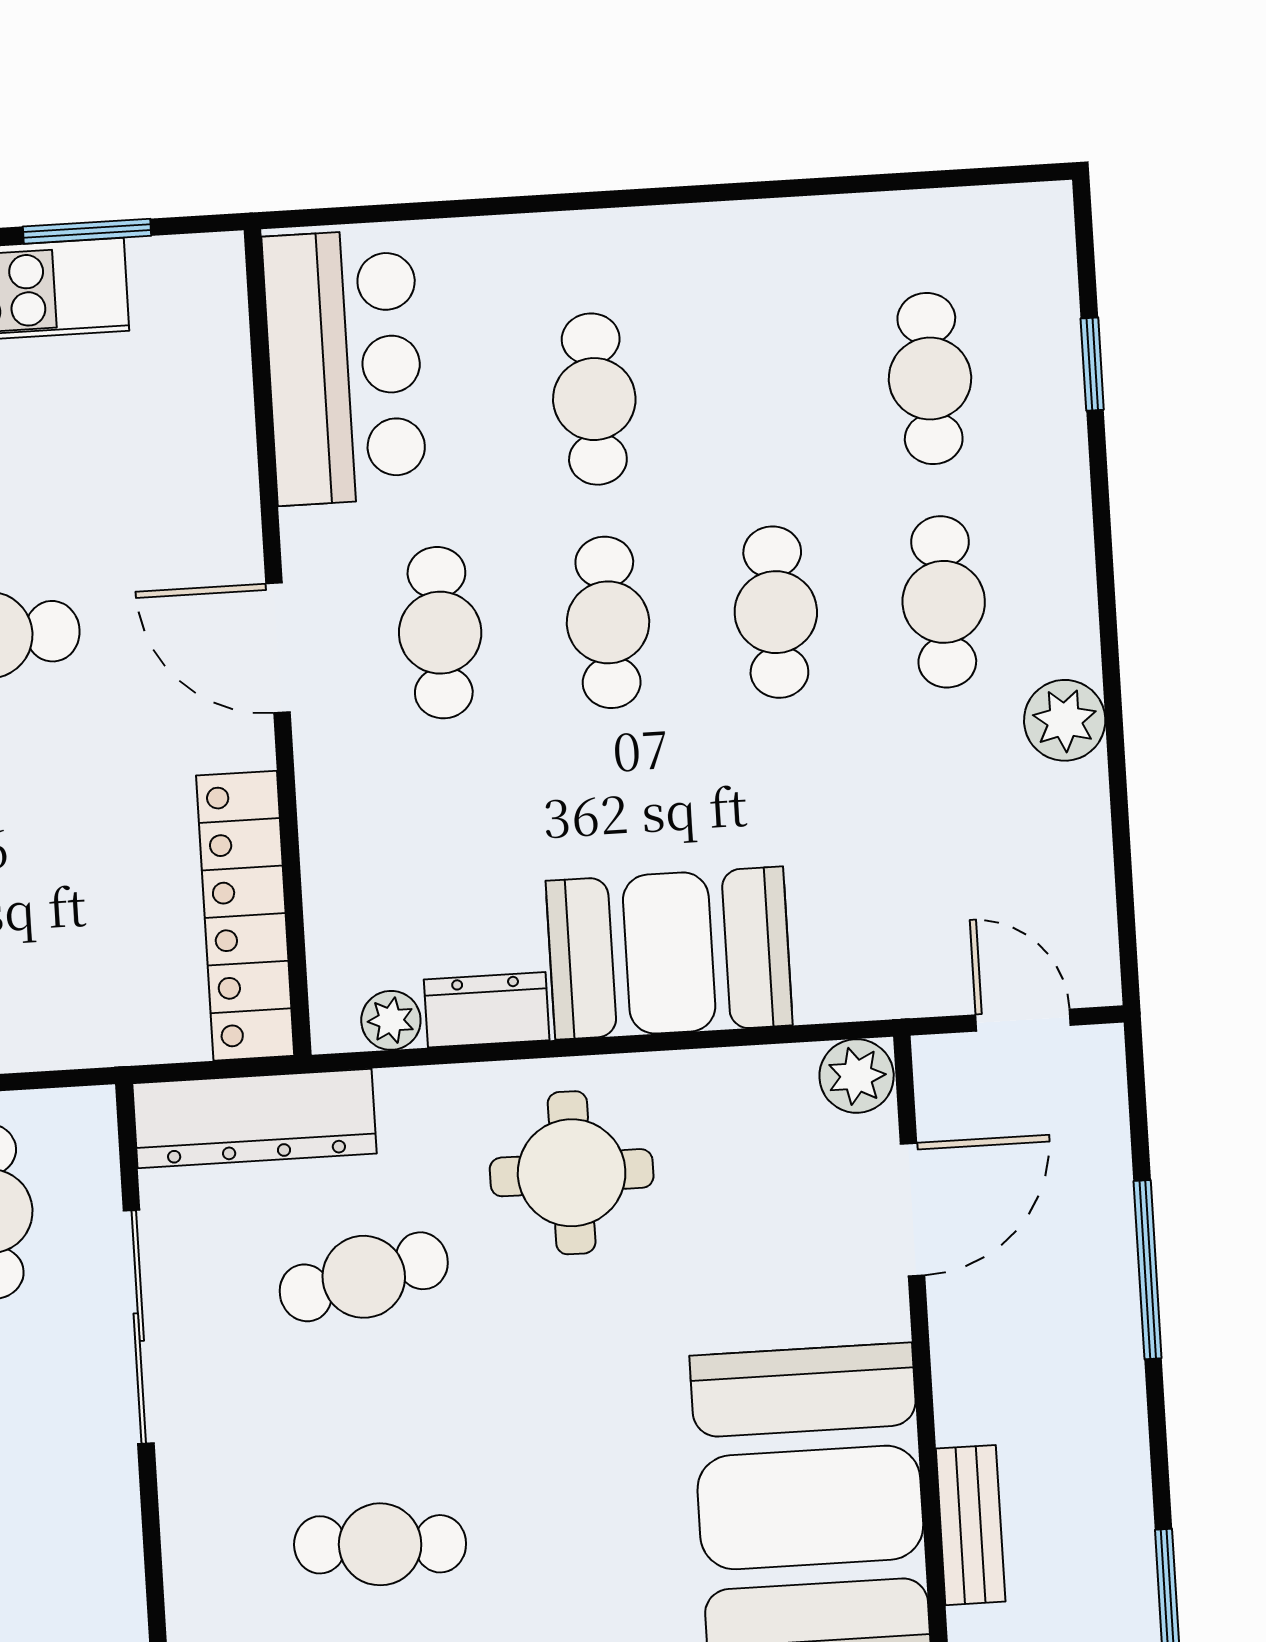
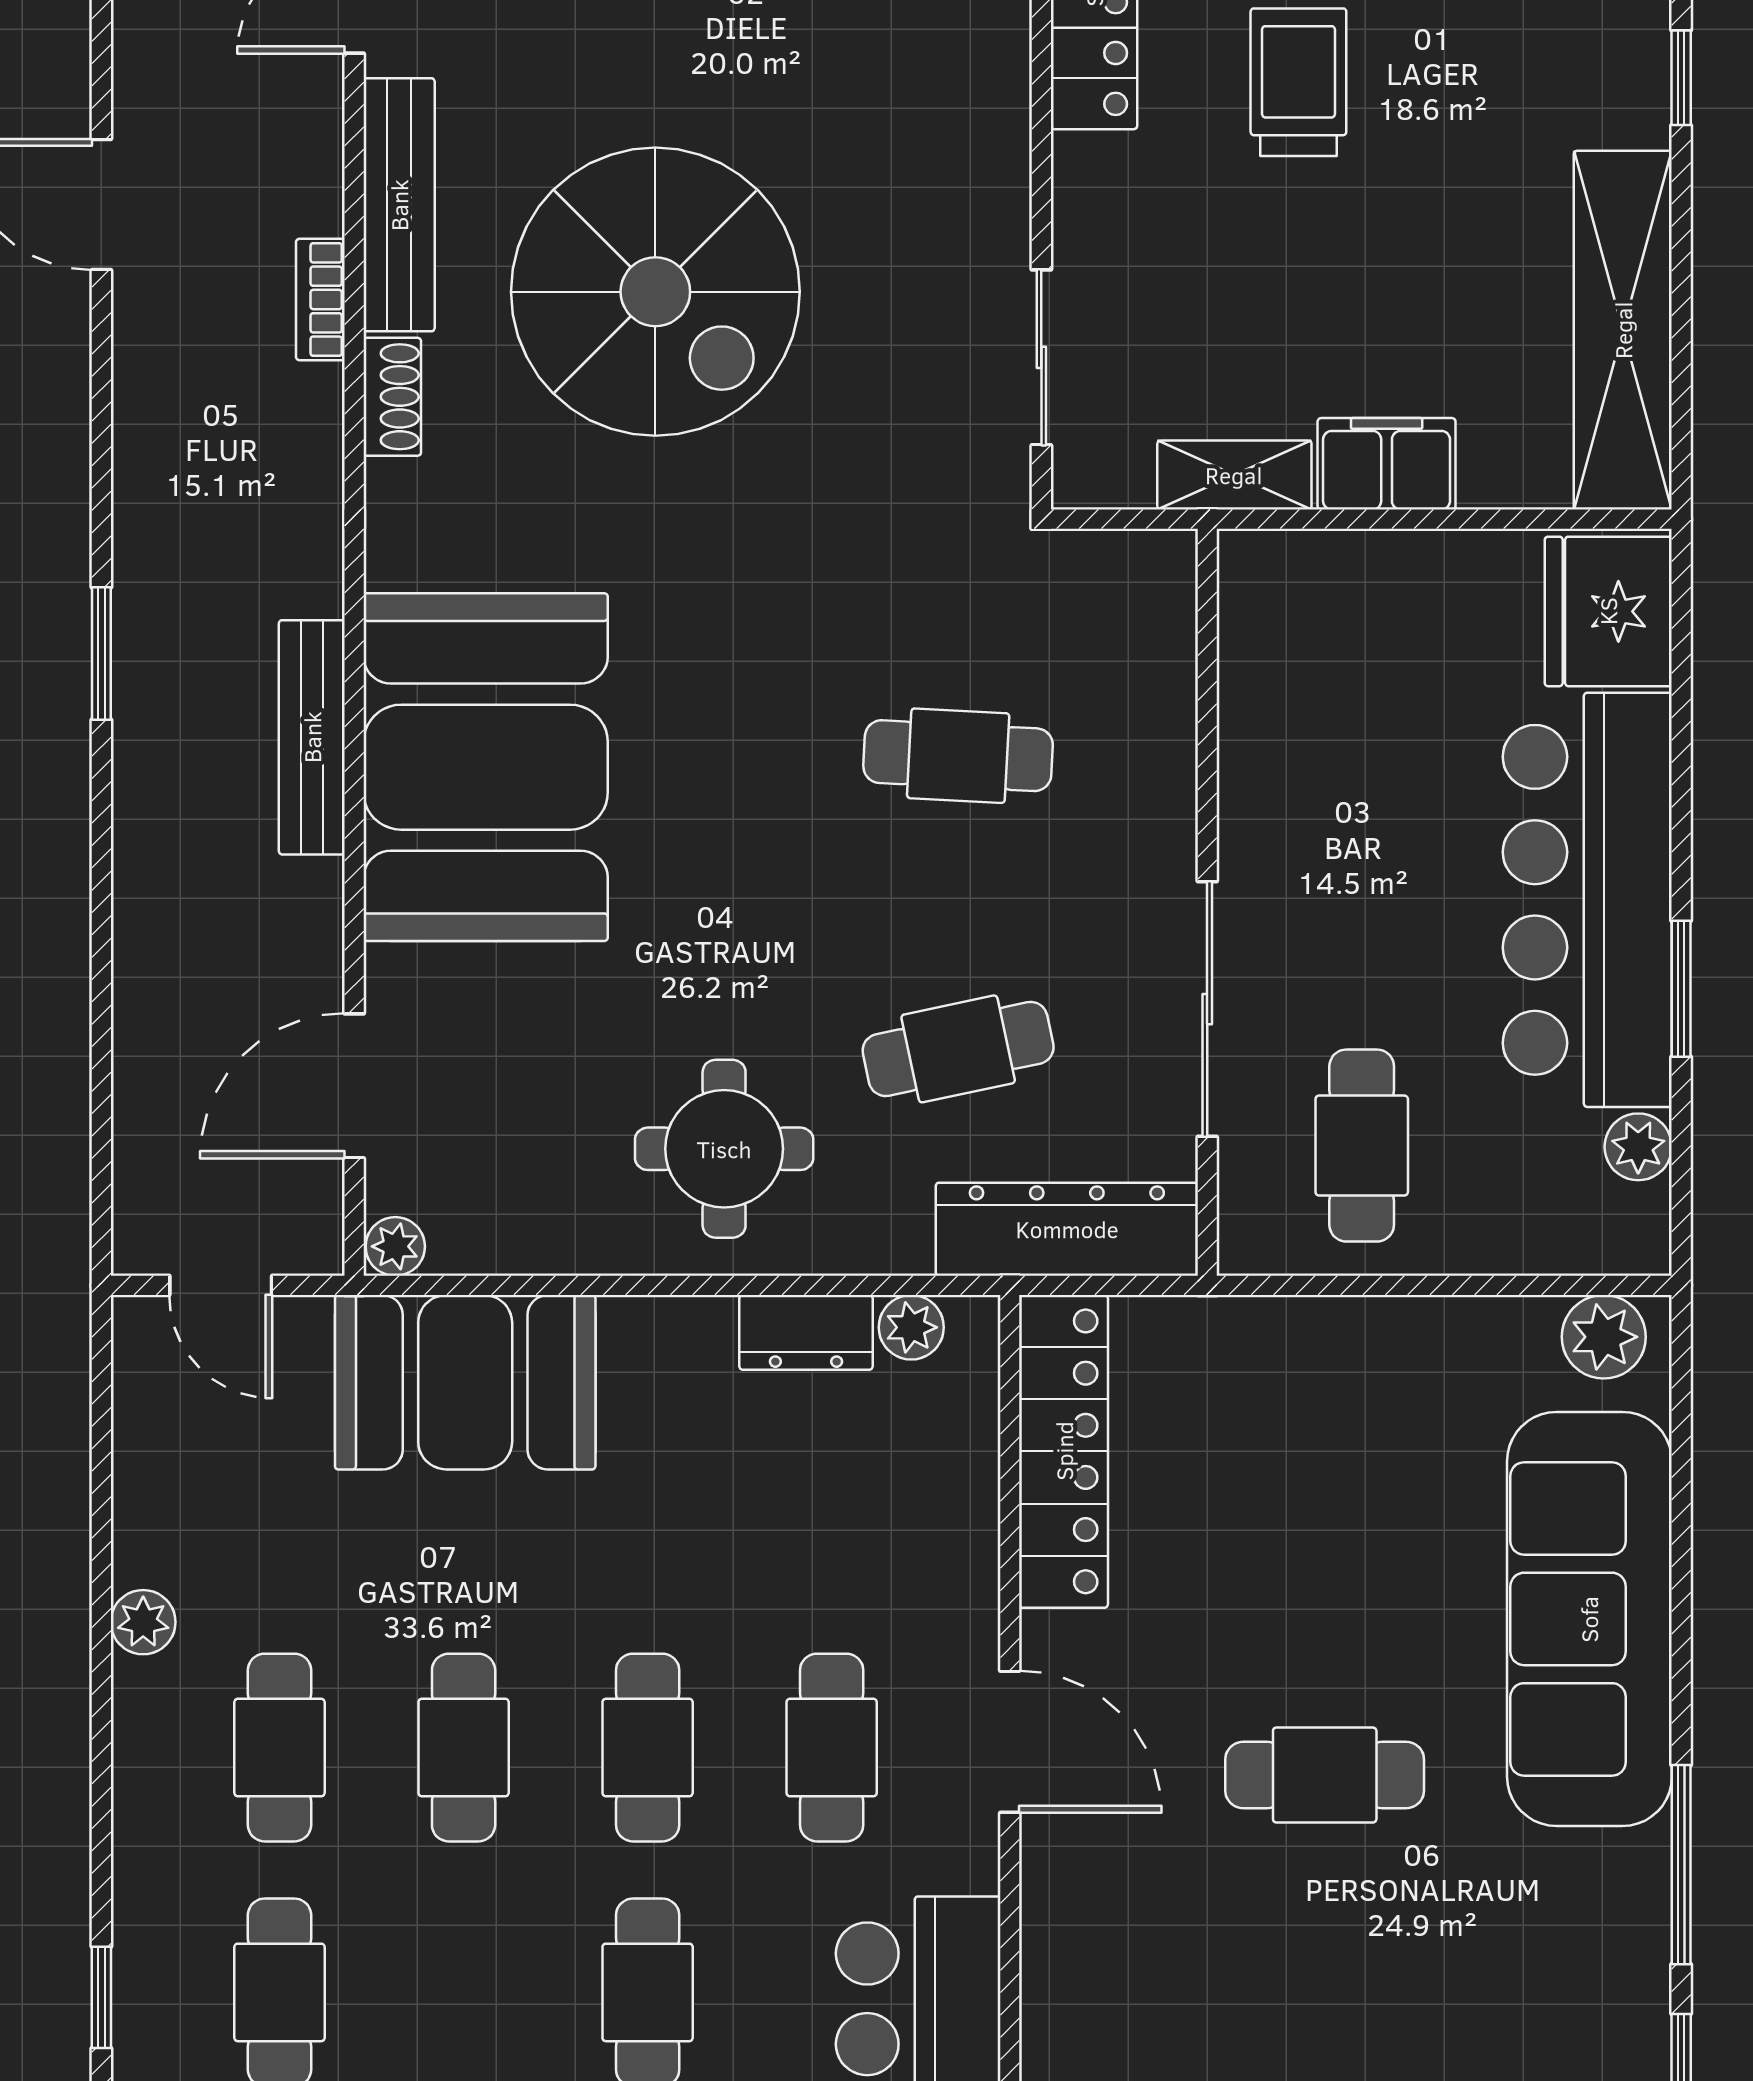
plant: (1065, 720) -> (143, 1622), width x0.73, depth x0.73
booth: (669, 953) -> (465, 1382), moved
plant: (857, 1076) -> (395, 1246), width x0.73, depth x0.73
window: (1148, 1270) -> (101, 1004), removed
bench: (971, 1525) -> (312, 737), width x1.36

